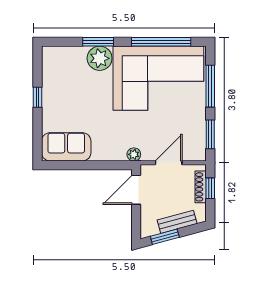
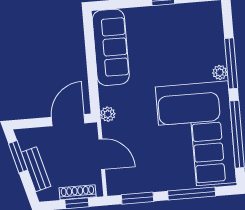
window: (98, 42) -> (231, 63), width x1.44
plant: (100, 58) -> (220, 72), width x0.53, depth x0.53
sofa: (66, 147) -> (111, 47), width x1.36
door: (136, 190) -> (68, 120), hinge flipped

